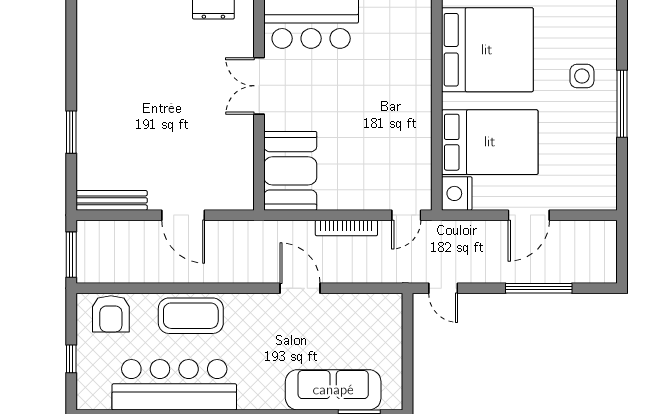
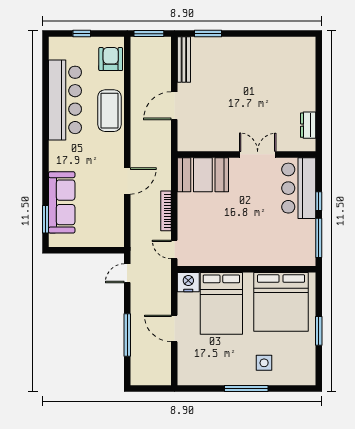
window: (71, 132) -> (208, 34), moved
armchair: (111, 314) -> (111, 59), turned 90

